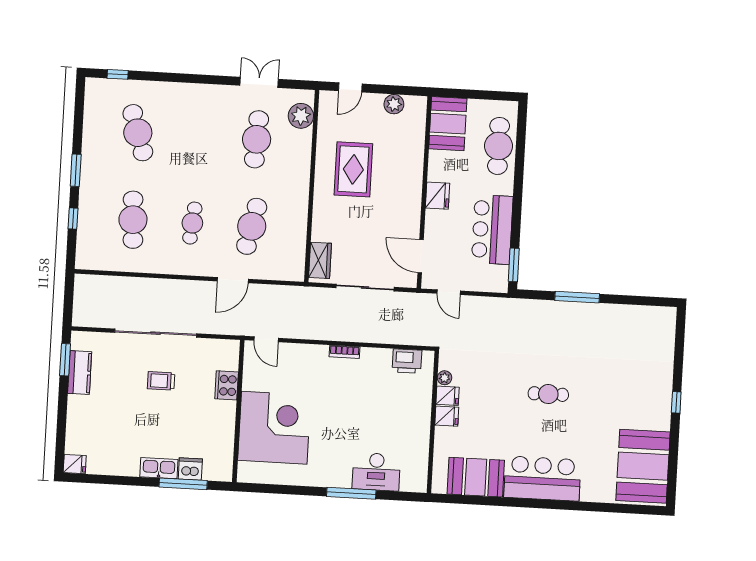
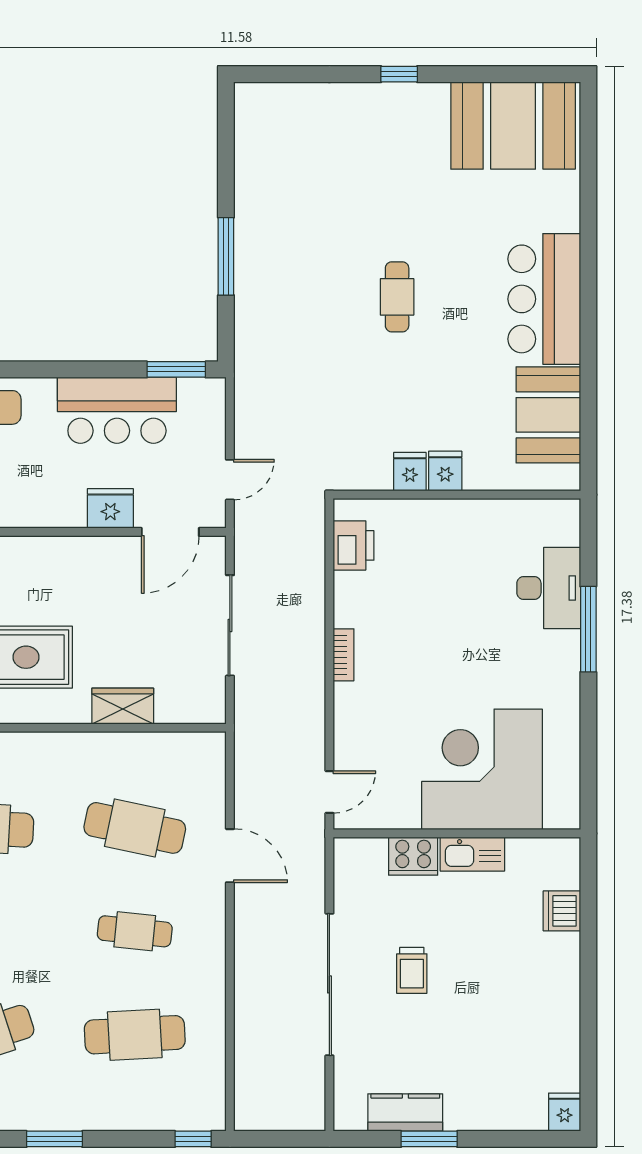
fridge: (438, 196) -> (110, 508), moved
window: (73, 218) -> (193, 1139), moved
wardrobe: (320, 260) -> (123, 706), moved
window: (65, 360) -> (429, 1139), moved
plant: (445, 378) -> (379, 479), removed
kitchen sink: (159, 468) -> (472, 854), moved, turned -90
window: (183, 484) -> (588, 922), removed

